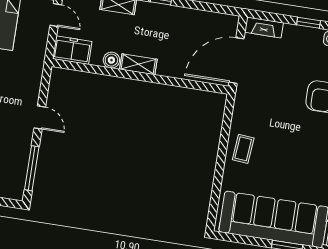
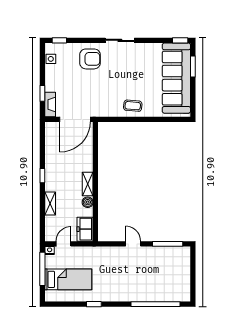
window: (309, 23) -> (42, 93), moved
door: (236, 61) -> (75, 119), hinge flipped
door: (40, 117) -> (133, 244), hinge flipped

